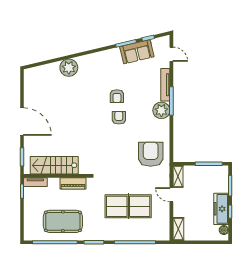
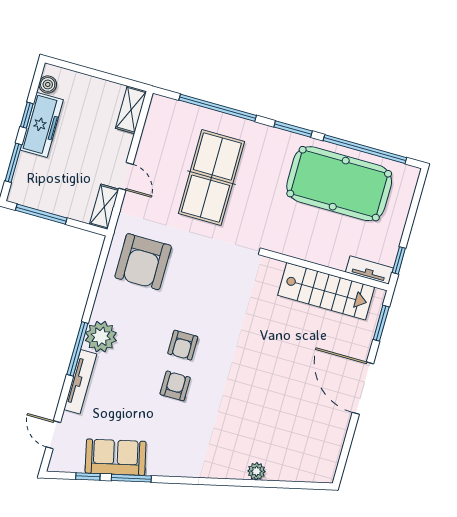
plant: (69, 68) -> (256, 471), width x0.53, depth x0.53
piano: (73, 183) -> (301, 248), removed
table tennis table: (128, 206) -> (211, 178), turned 90
pool table: (63, 221) -> (339, 184), width x1.36, depth x1.32

